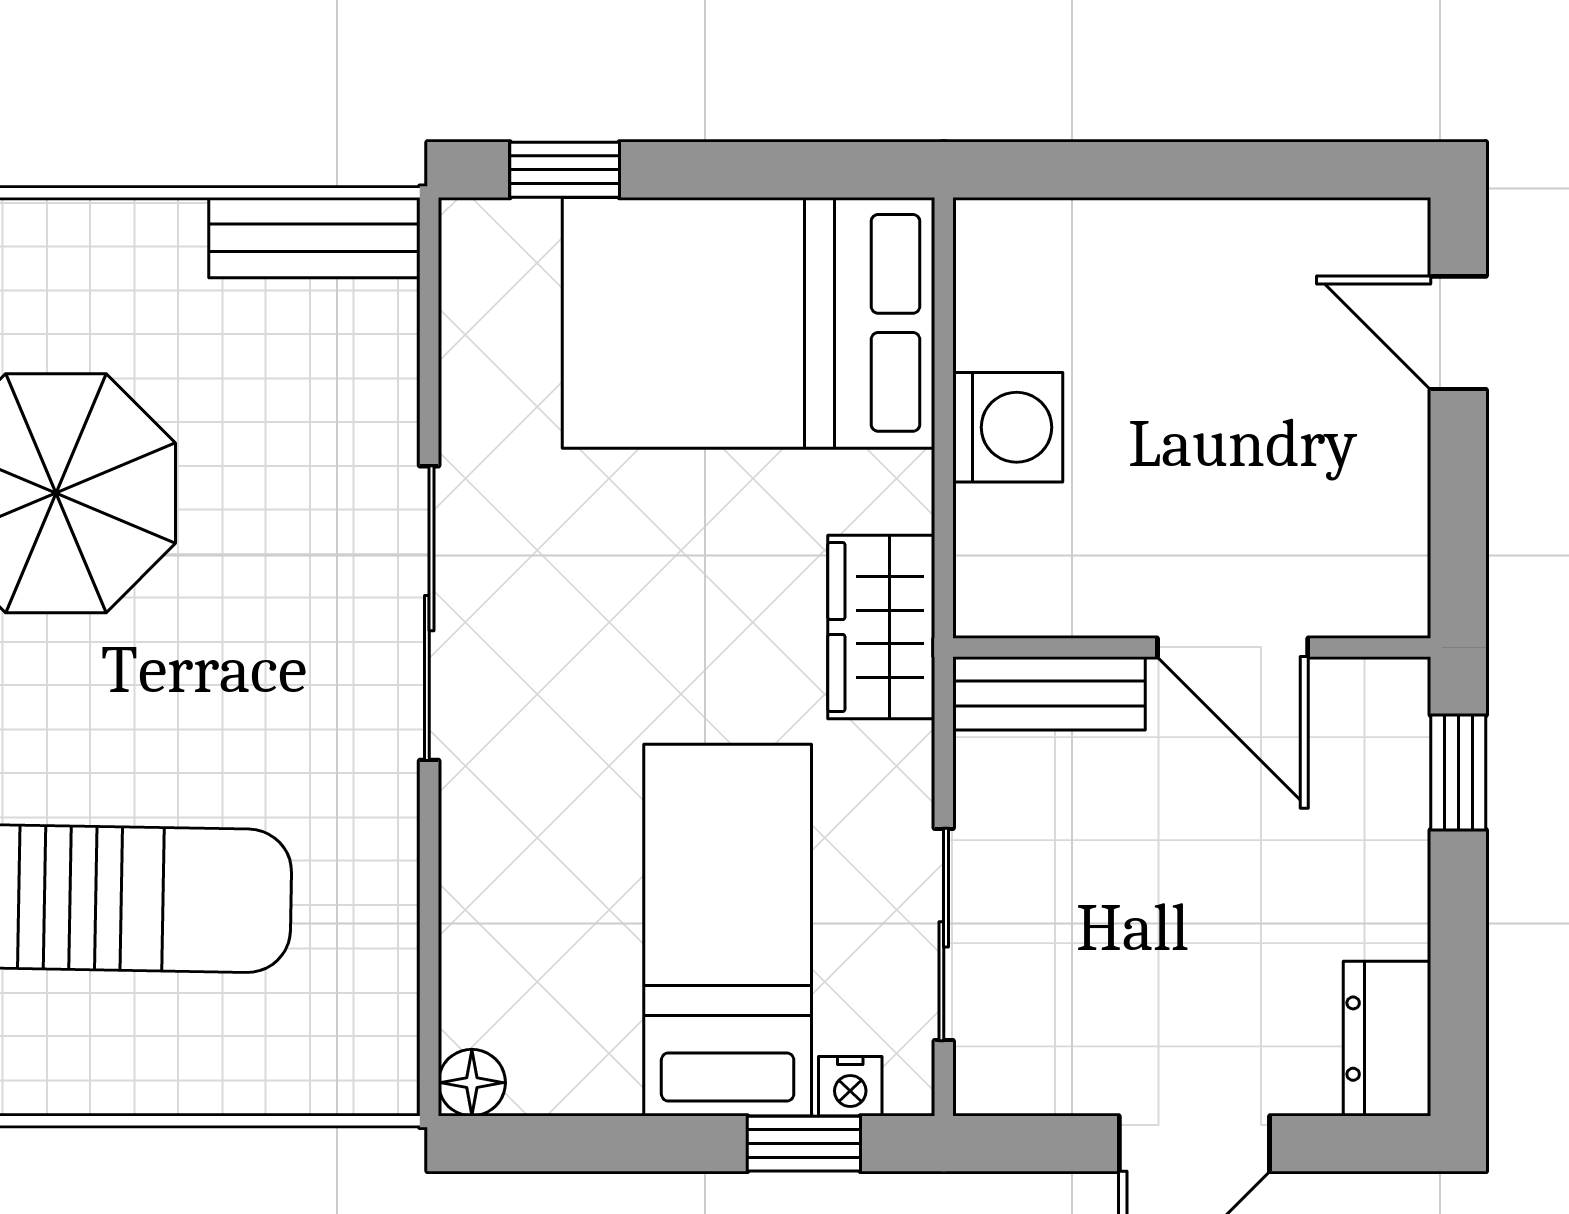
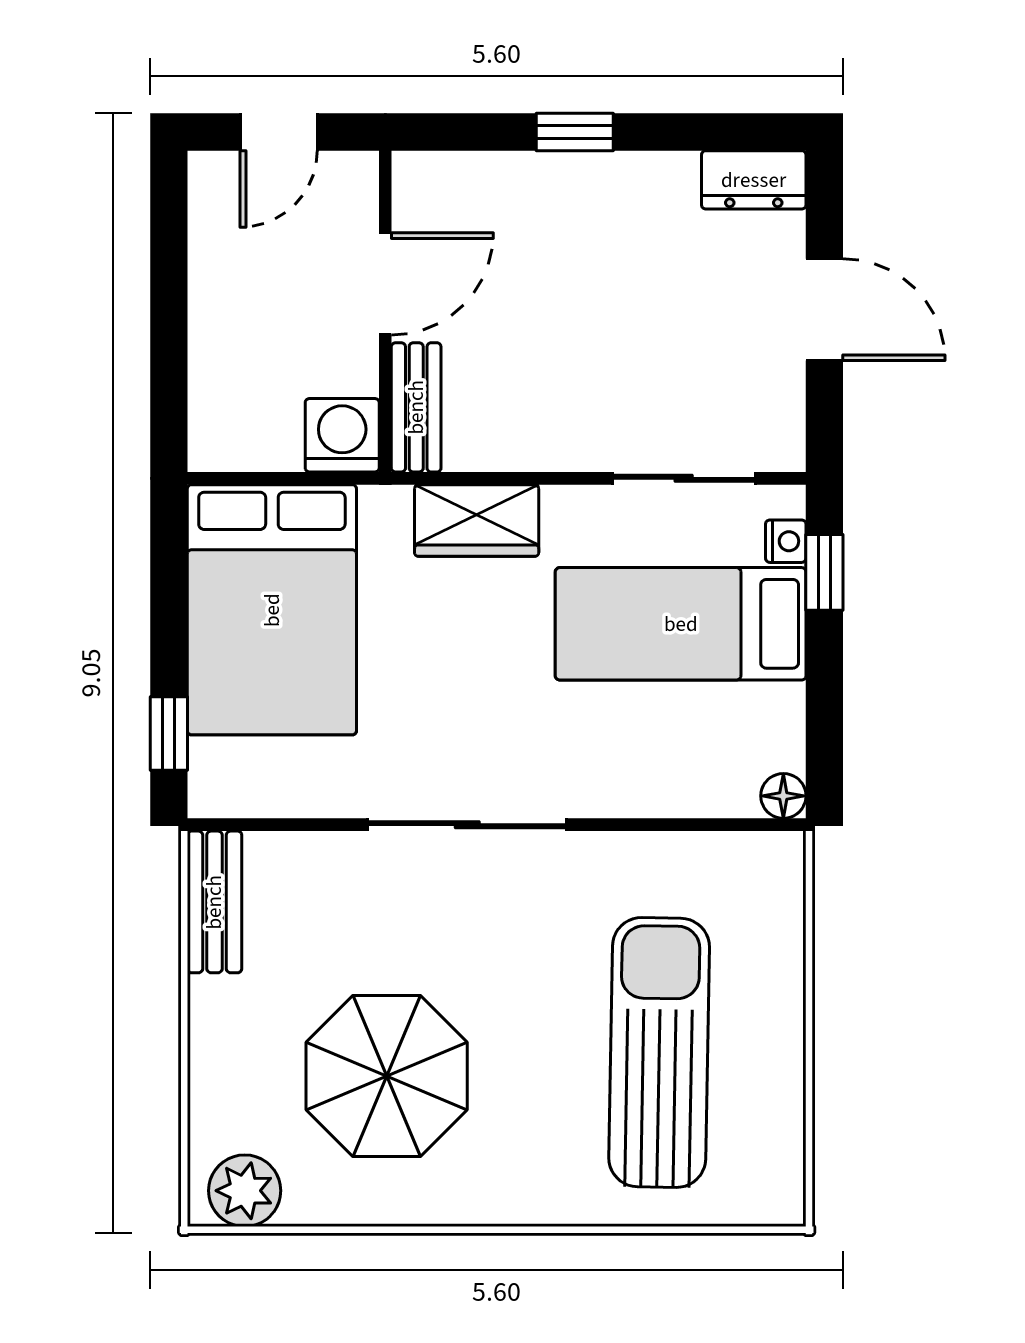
wall: (1192, 647) -> (385, 311), moved
door: (1233, 647) -> (385, 284), moved
bench: (1049, 693) -> (416, 407), moved

